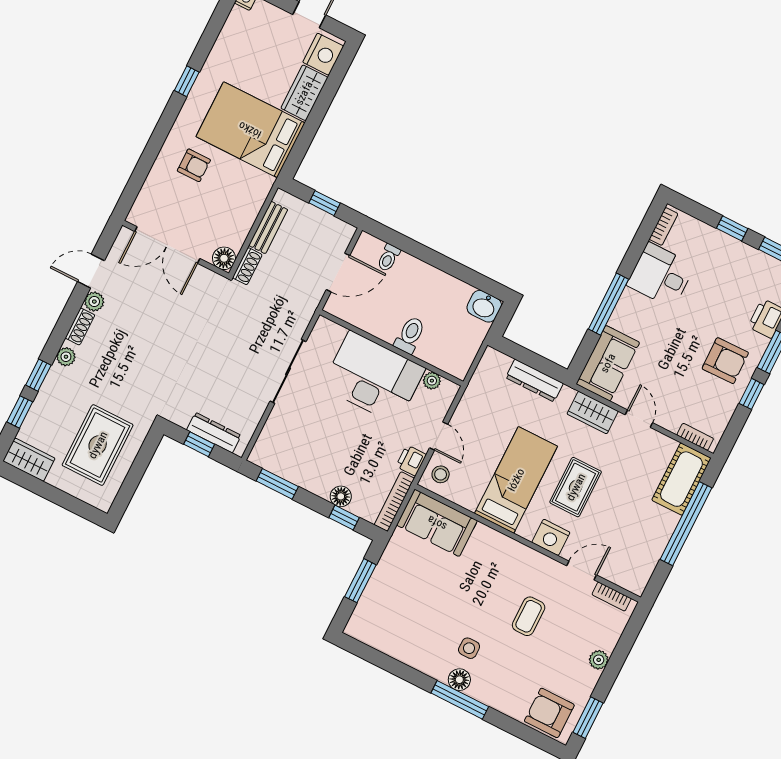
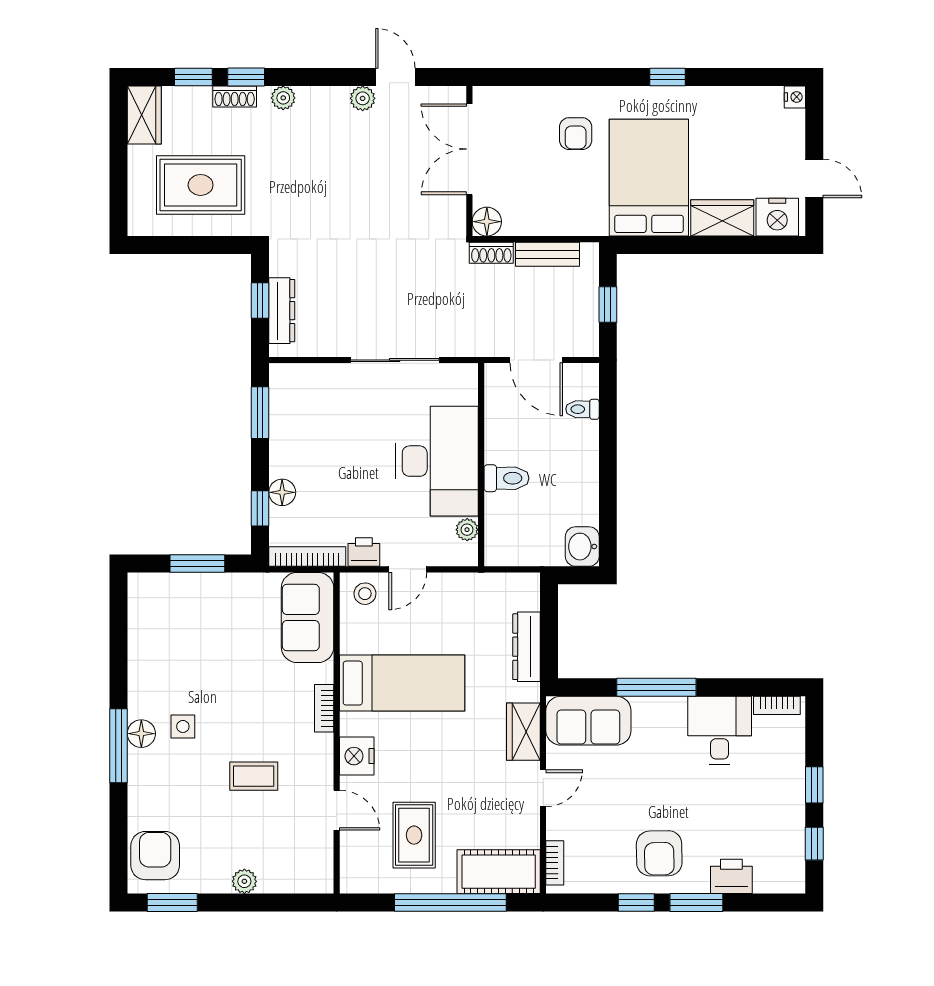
shoe rack: (80, 326) -> (235, 96), moved
rug: (576, 487) -> (414, 835), moved, turned 90
bookcase: (612, 596) -> (324, 708), moved

